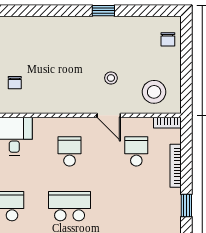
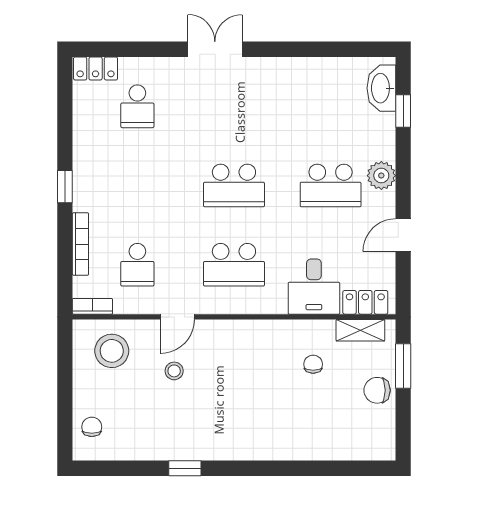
door: (109, 115) -> (177, 317), swing flipped
school desk: (70, 151) -> (234, 265), width x1.85

